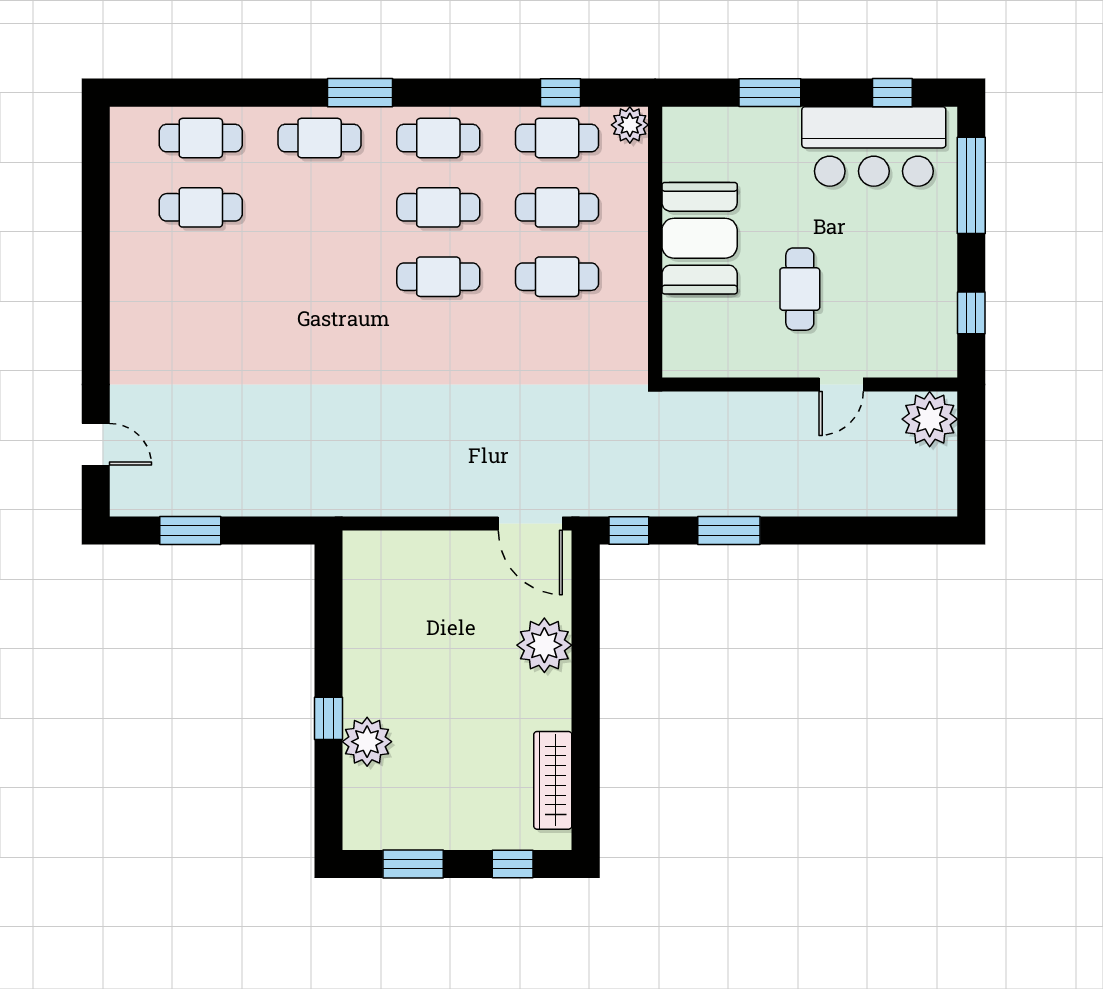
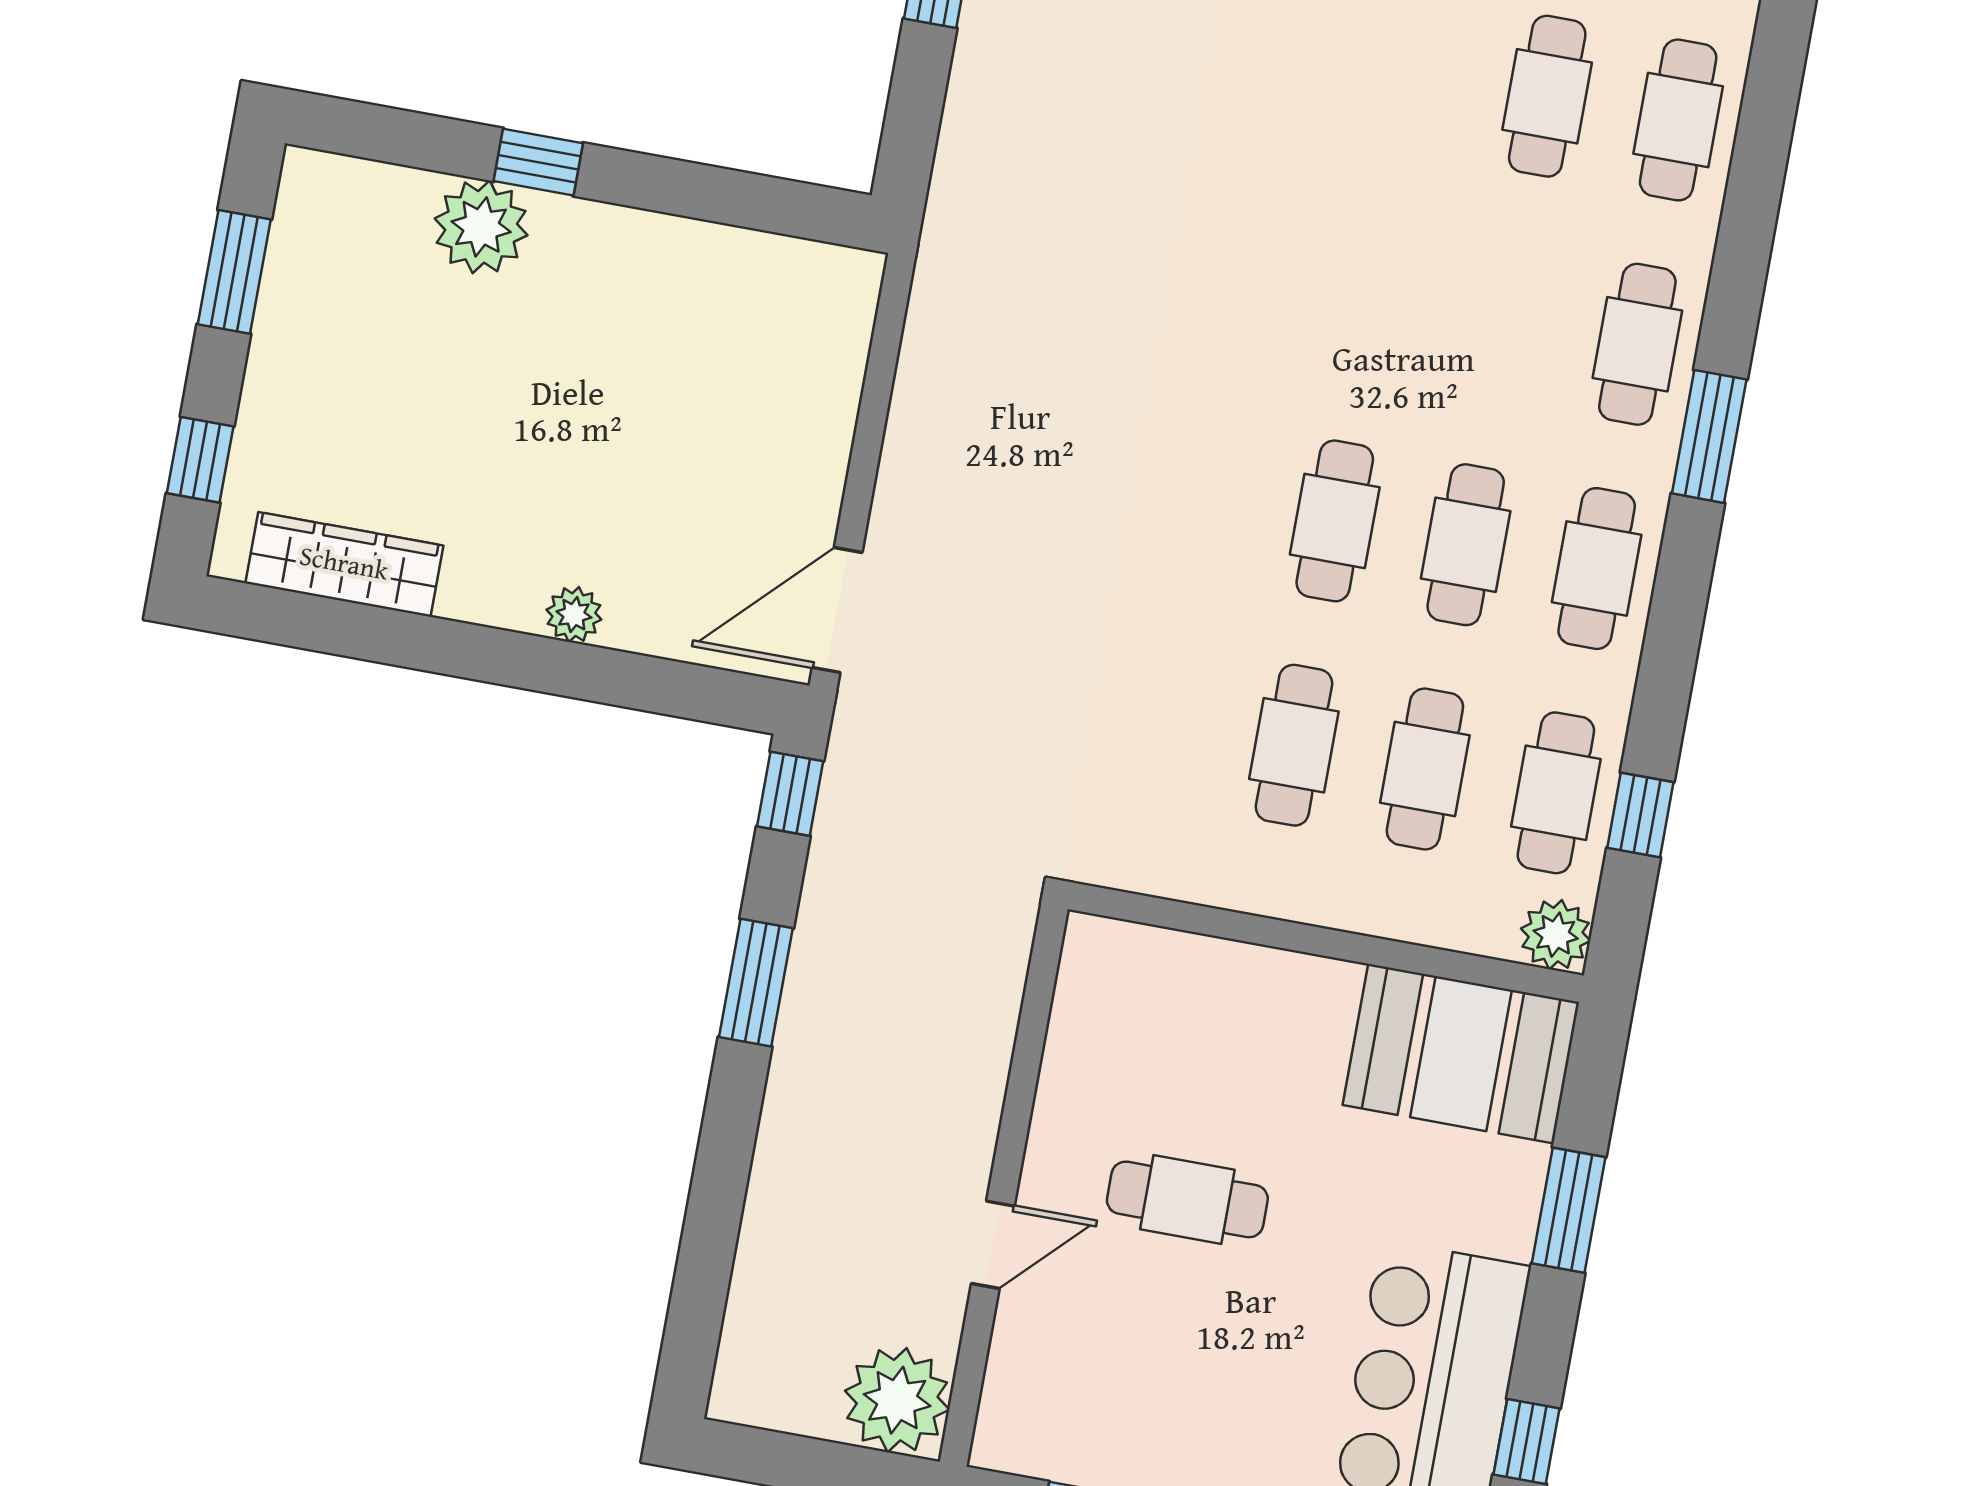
booth: (700, 238) -> (1461, 1054), moved
door: (841, 384) -> (993, 1245), swing flipped
plant: (544, 645) -> (574, 615), width x0.53, depth x0.53

